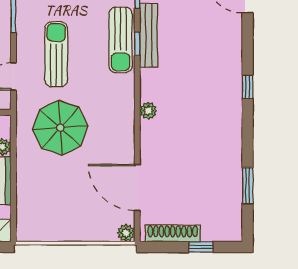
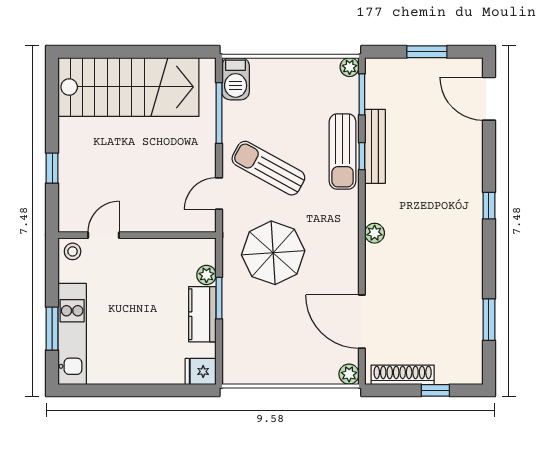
sun lounger: (56, 54) -> (268, 168), turned -61
window: (13, 167) -> (219, 298), added

